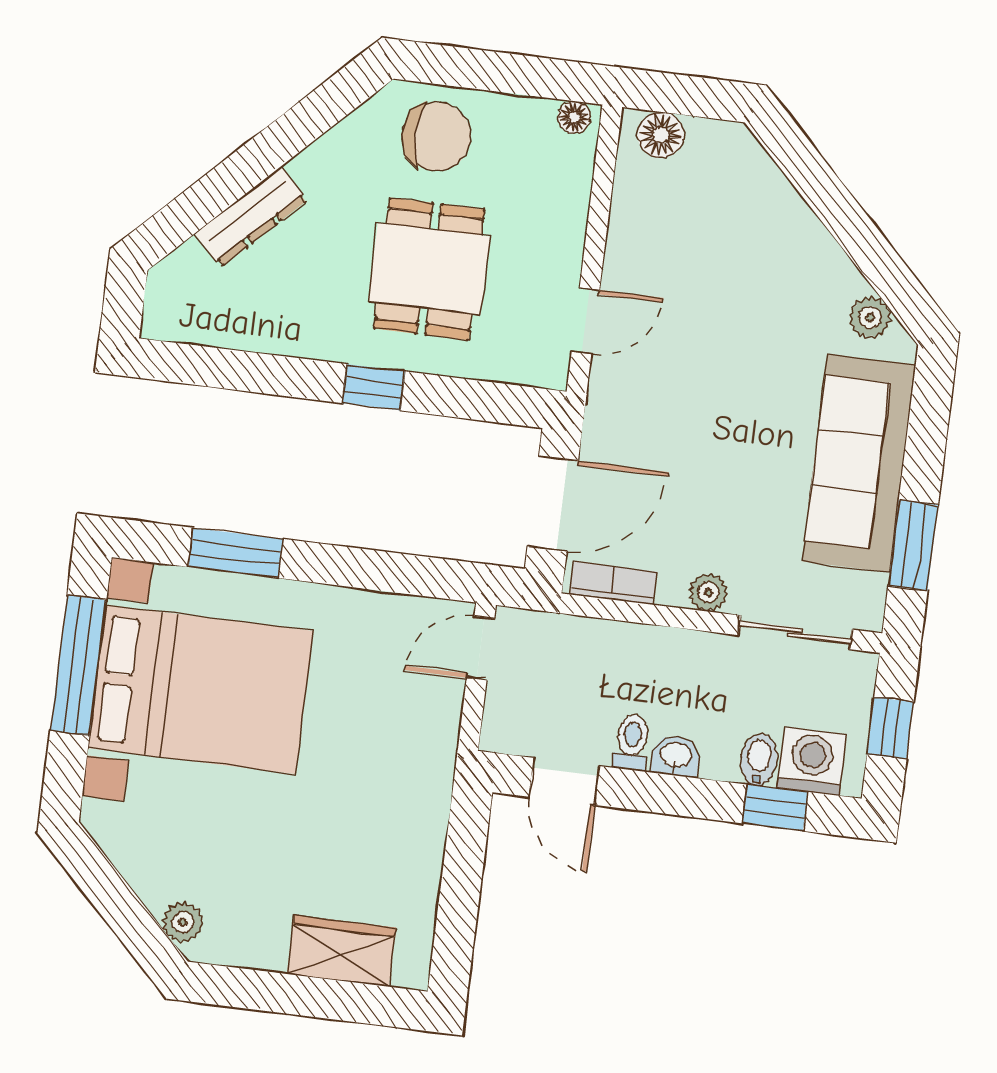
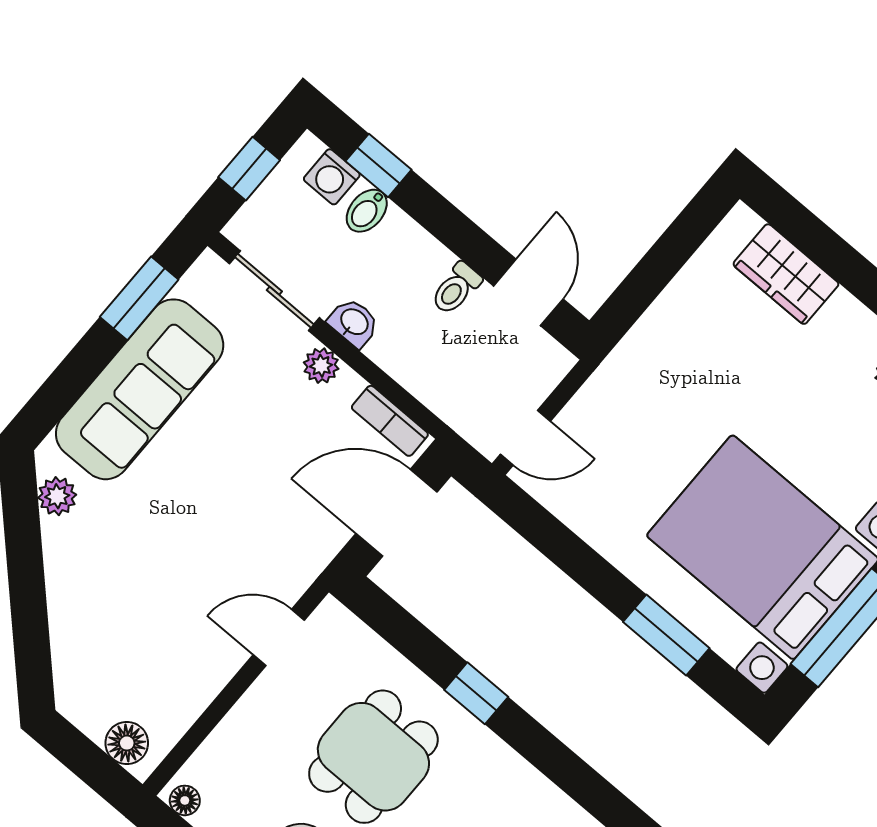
washbasin: (676, 756) -> (354, 322), moved, turned 180
washing machine: (812, 761) -> (332, 177), width x0.73, depth x0.73

